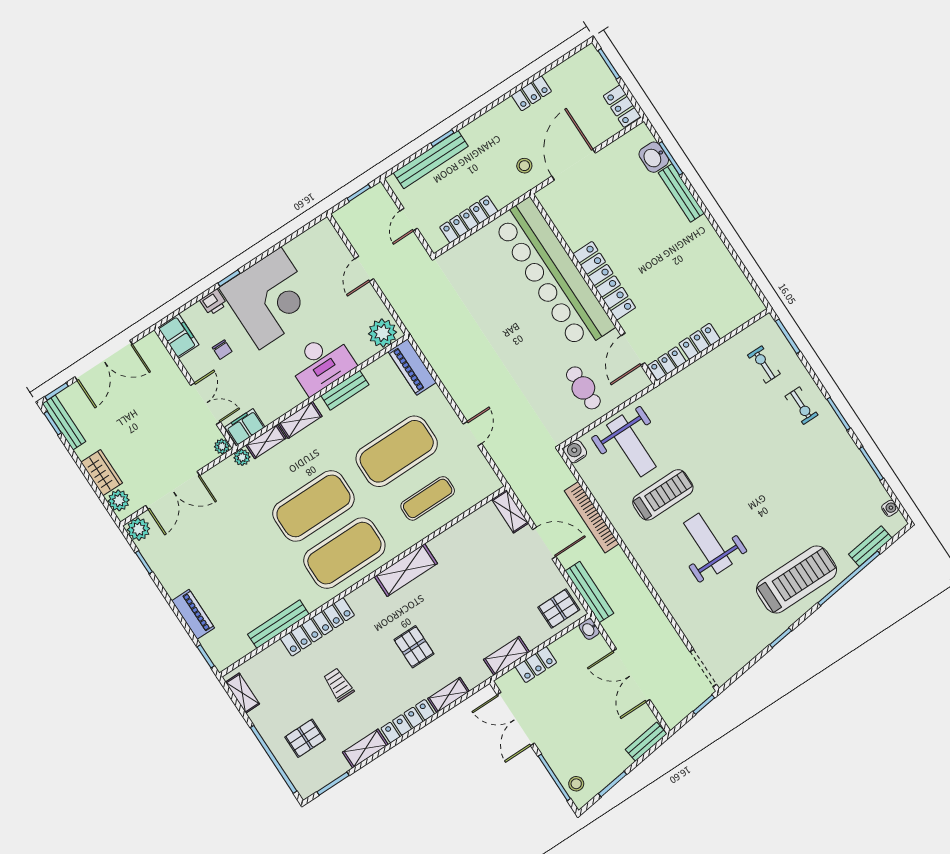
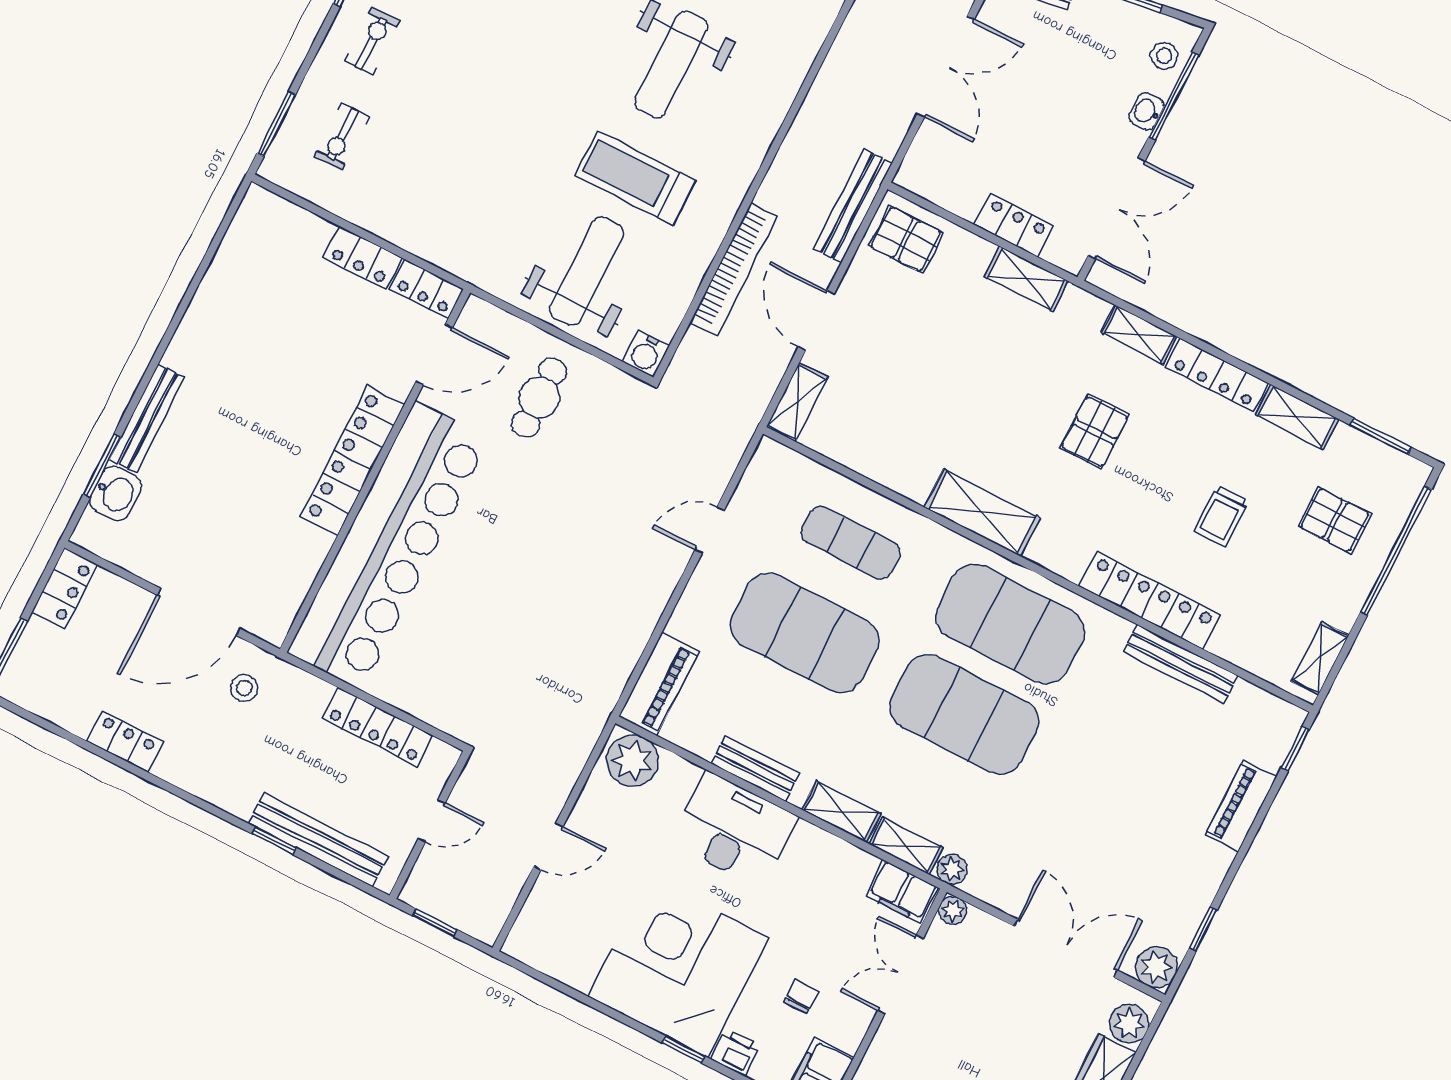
washbasin: (589, 629) -> (1147, 111), moved, turned 180

